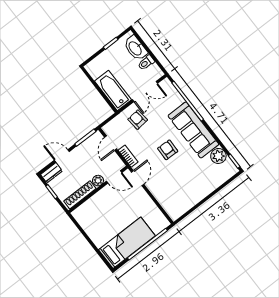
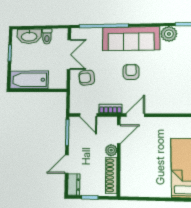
bathtub: (113, 90) -> (29, 80), moved
armchair: (168, 150) -> (131, 72), turned 88
door: (138, 178) -> (135, 115), hinge flipped

